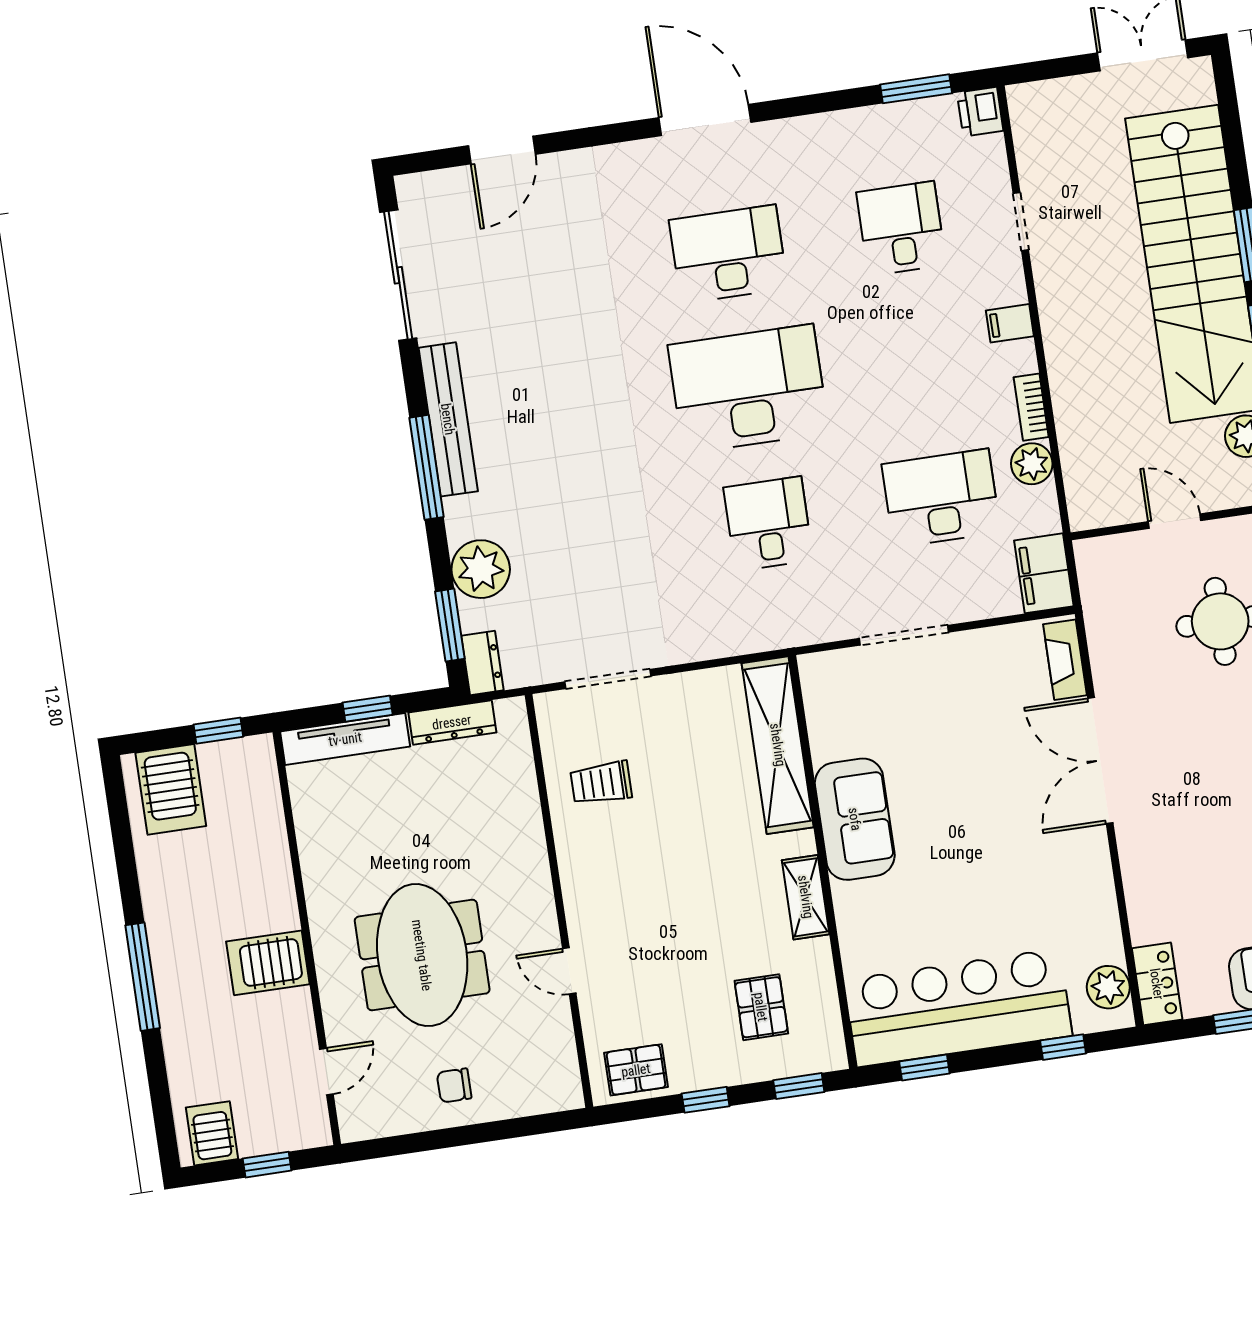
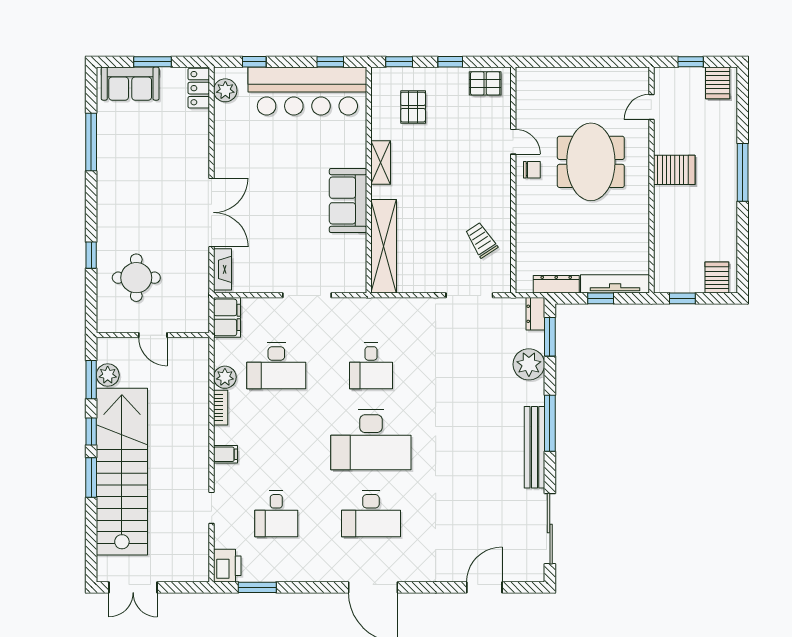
printer: (980, 112) -> (227, 566), width x1.36, depth x1.24
trolley: (601, 783) -> (481, 240), turned -123
server rack: (171, 789) -> (717, 278), width x0.73, depth x0.70
chair: (454, 1085) -> (532, 170), moved

